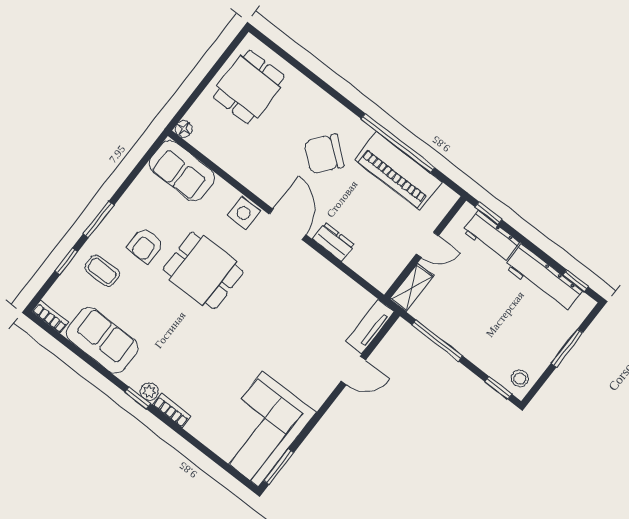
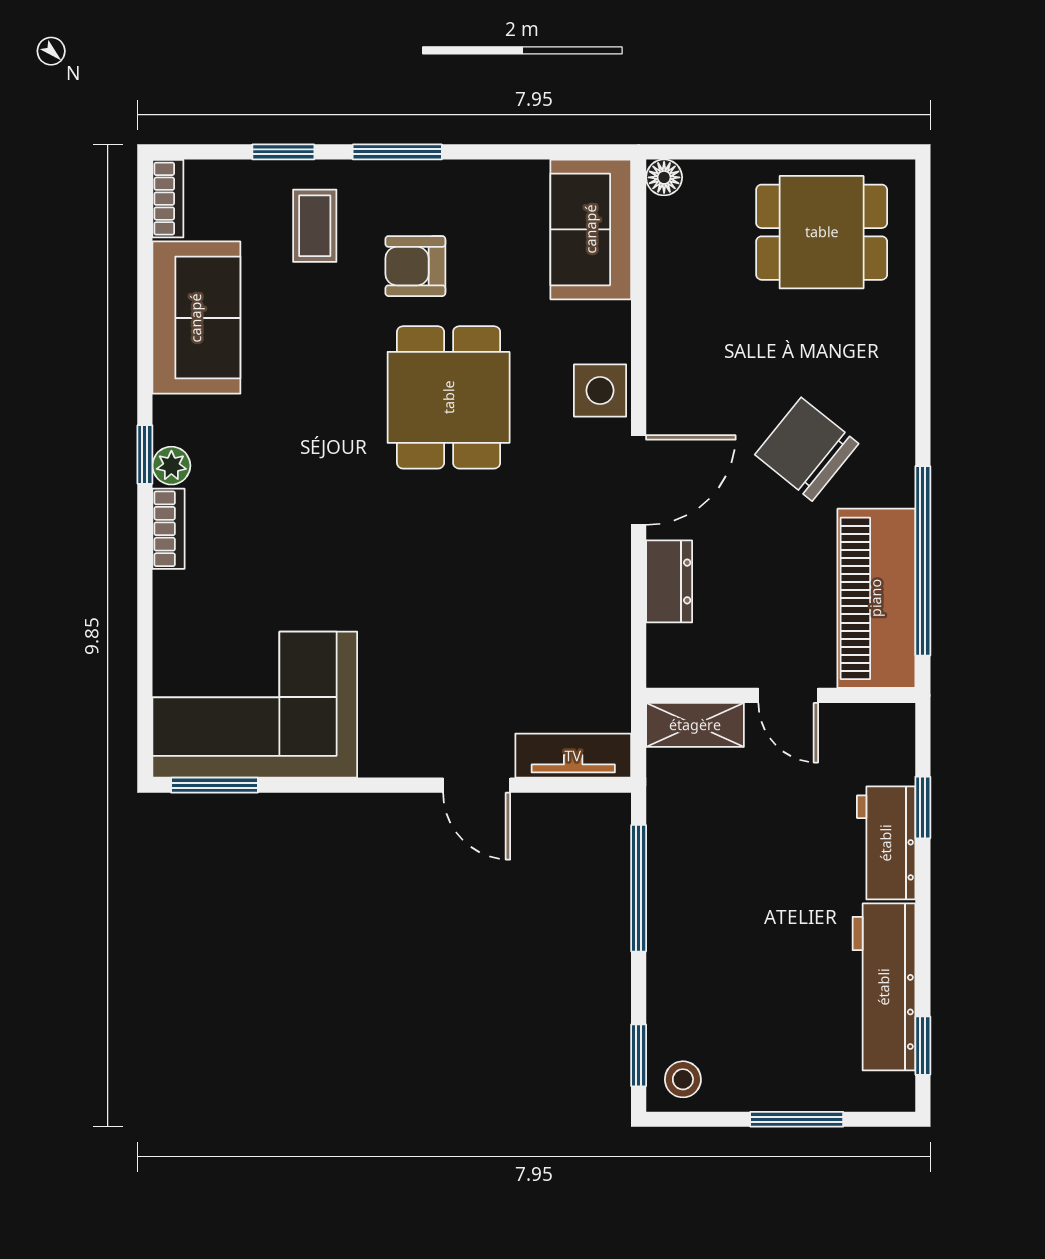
door: (427, 245) -> (788, 695), moved
wall: (425, 248) -> (781, 695), moved
shelving: (412, 287) -> (695, 725), moved

